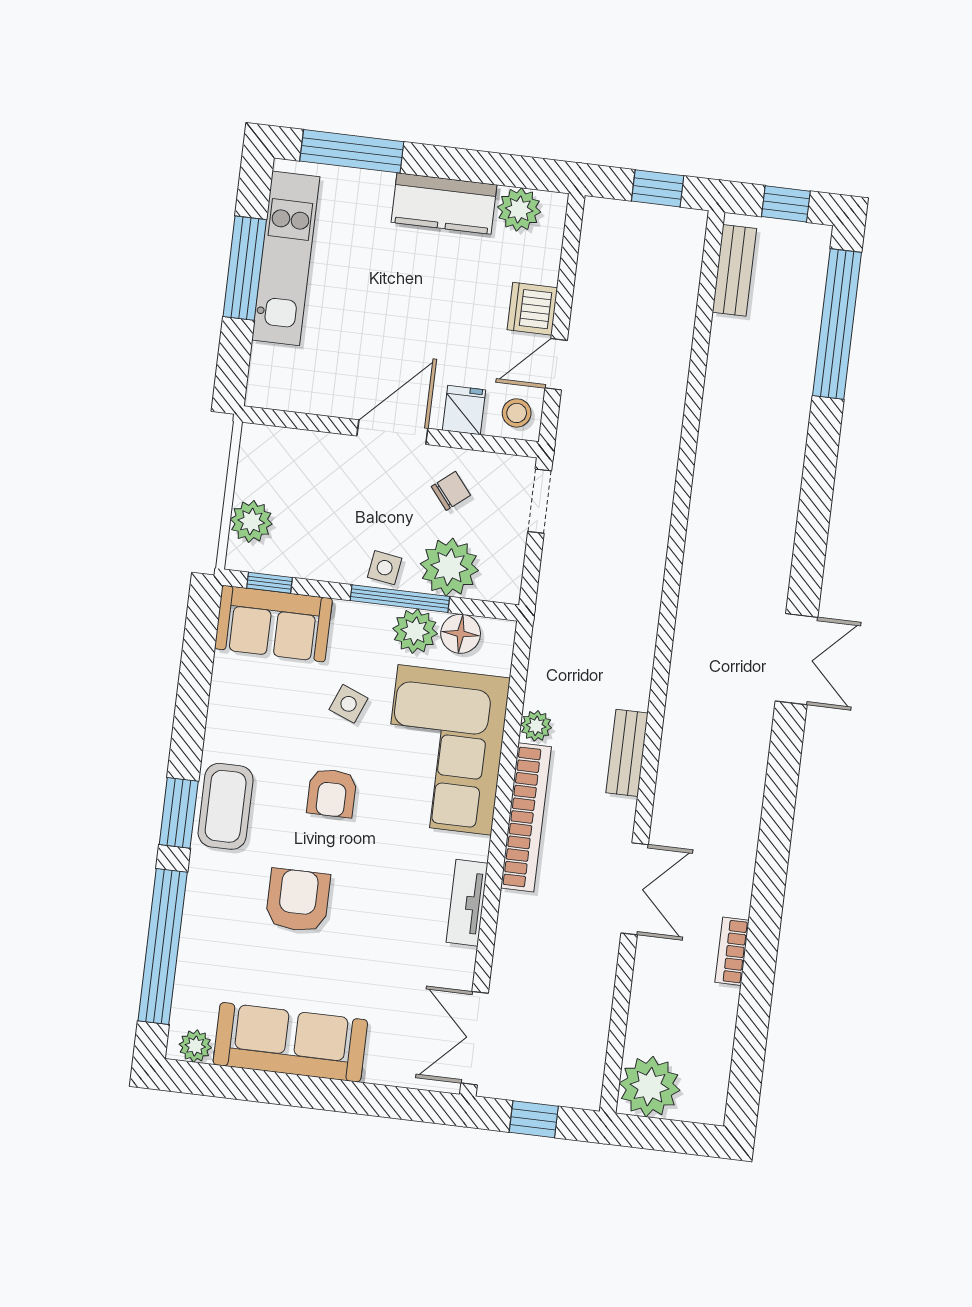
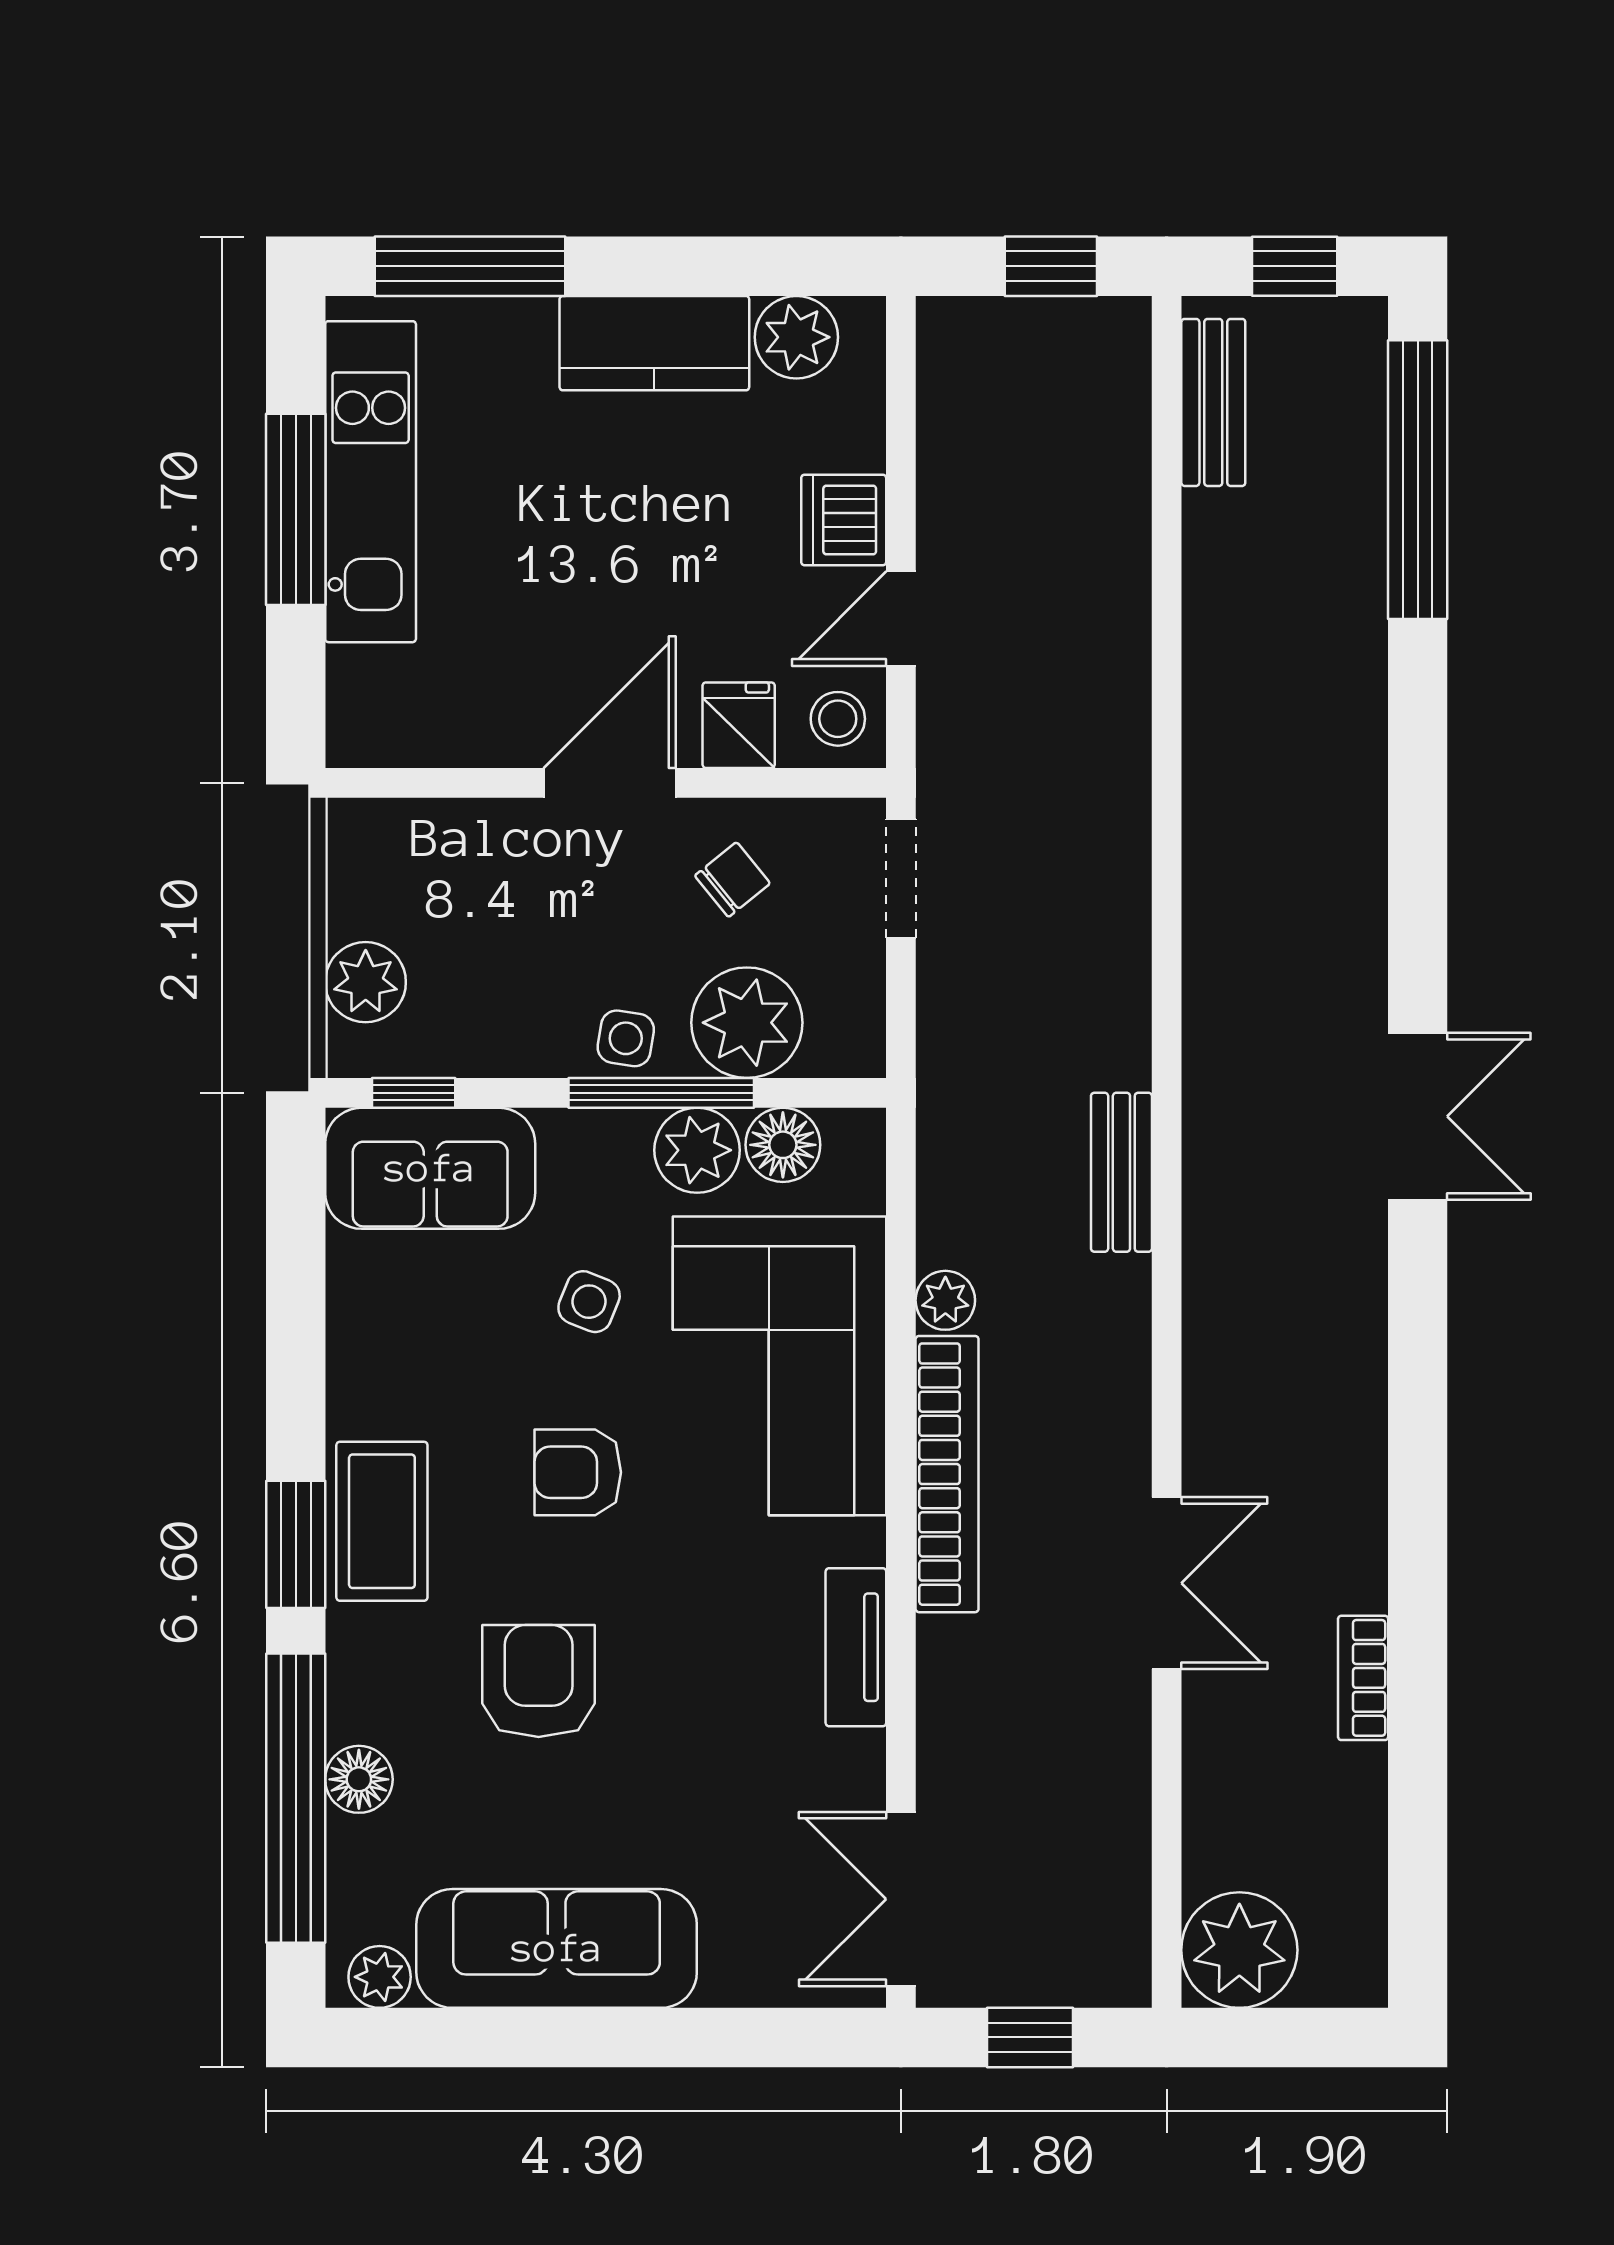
bench: (627, 753) -> (1121, 1172), moved
armchair: (332, 793) -> (578, 1472), turned 90
floor lamp: (197, 941) -> (359, 1779), added

